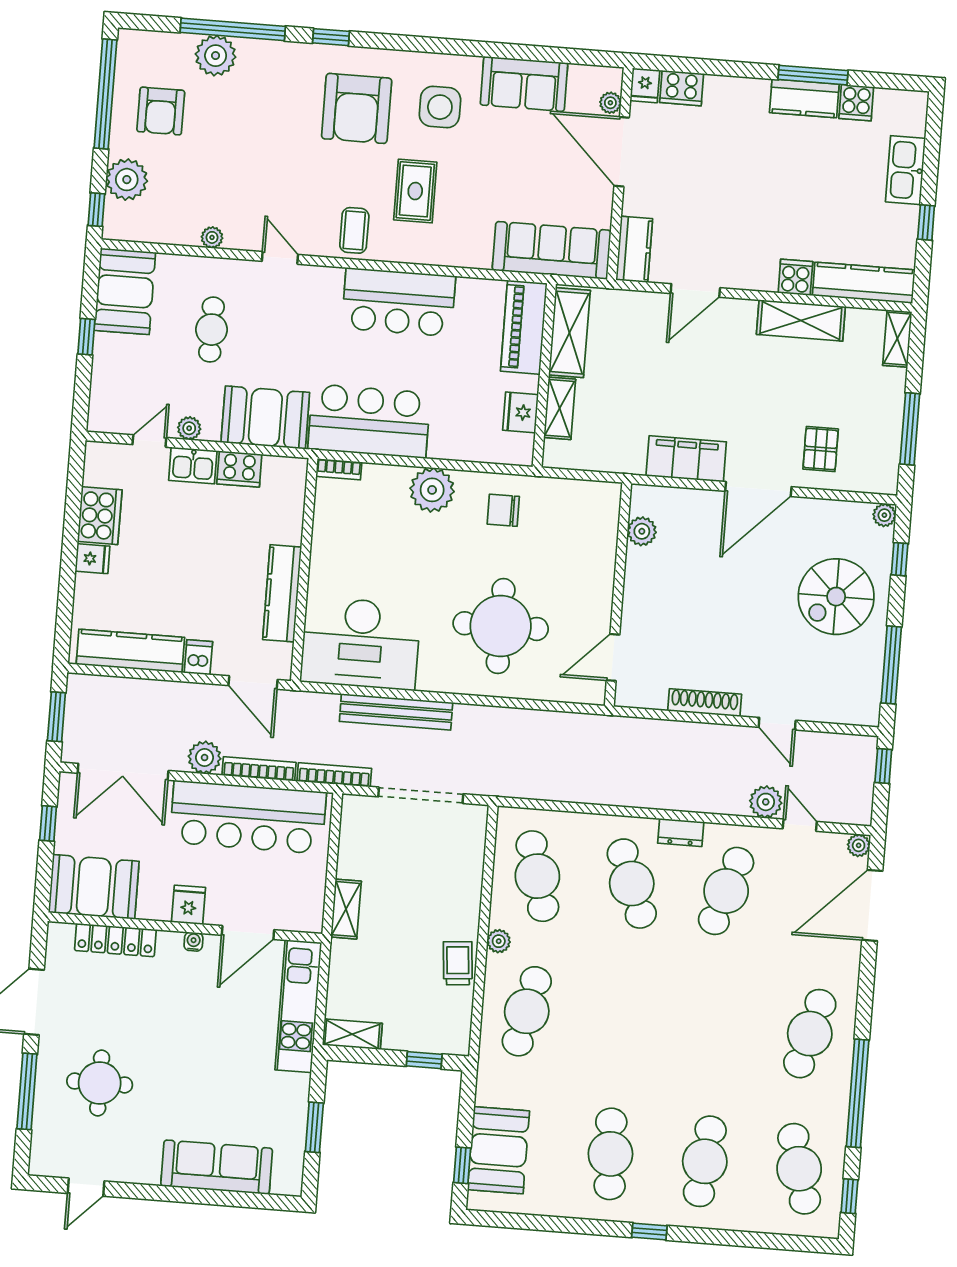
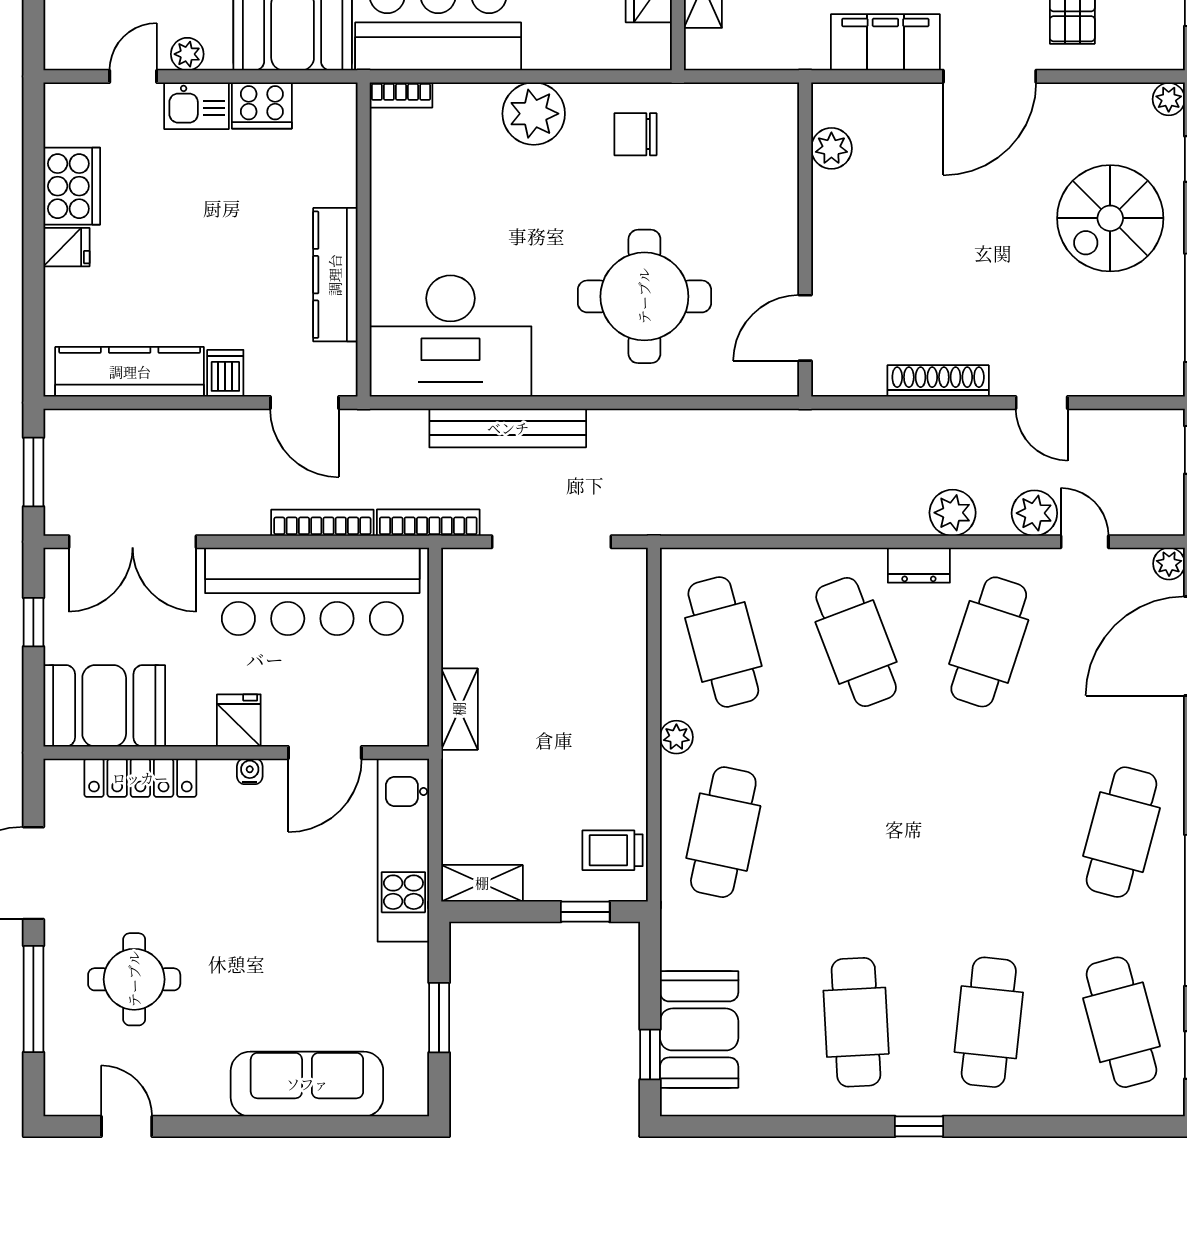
plant: (205, 758) -> (953, 513), moved
trolley: (458, 963) -> (613, 850), moved, turned -85
door: (86, 1187) -> (127, 1126), swing flipped

